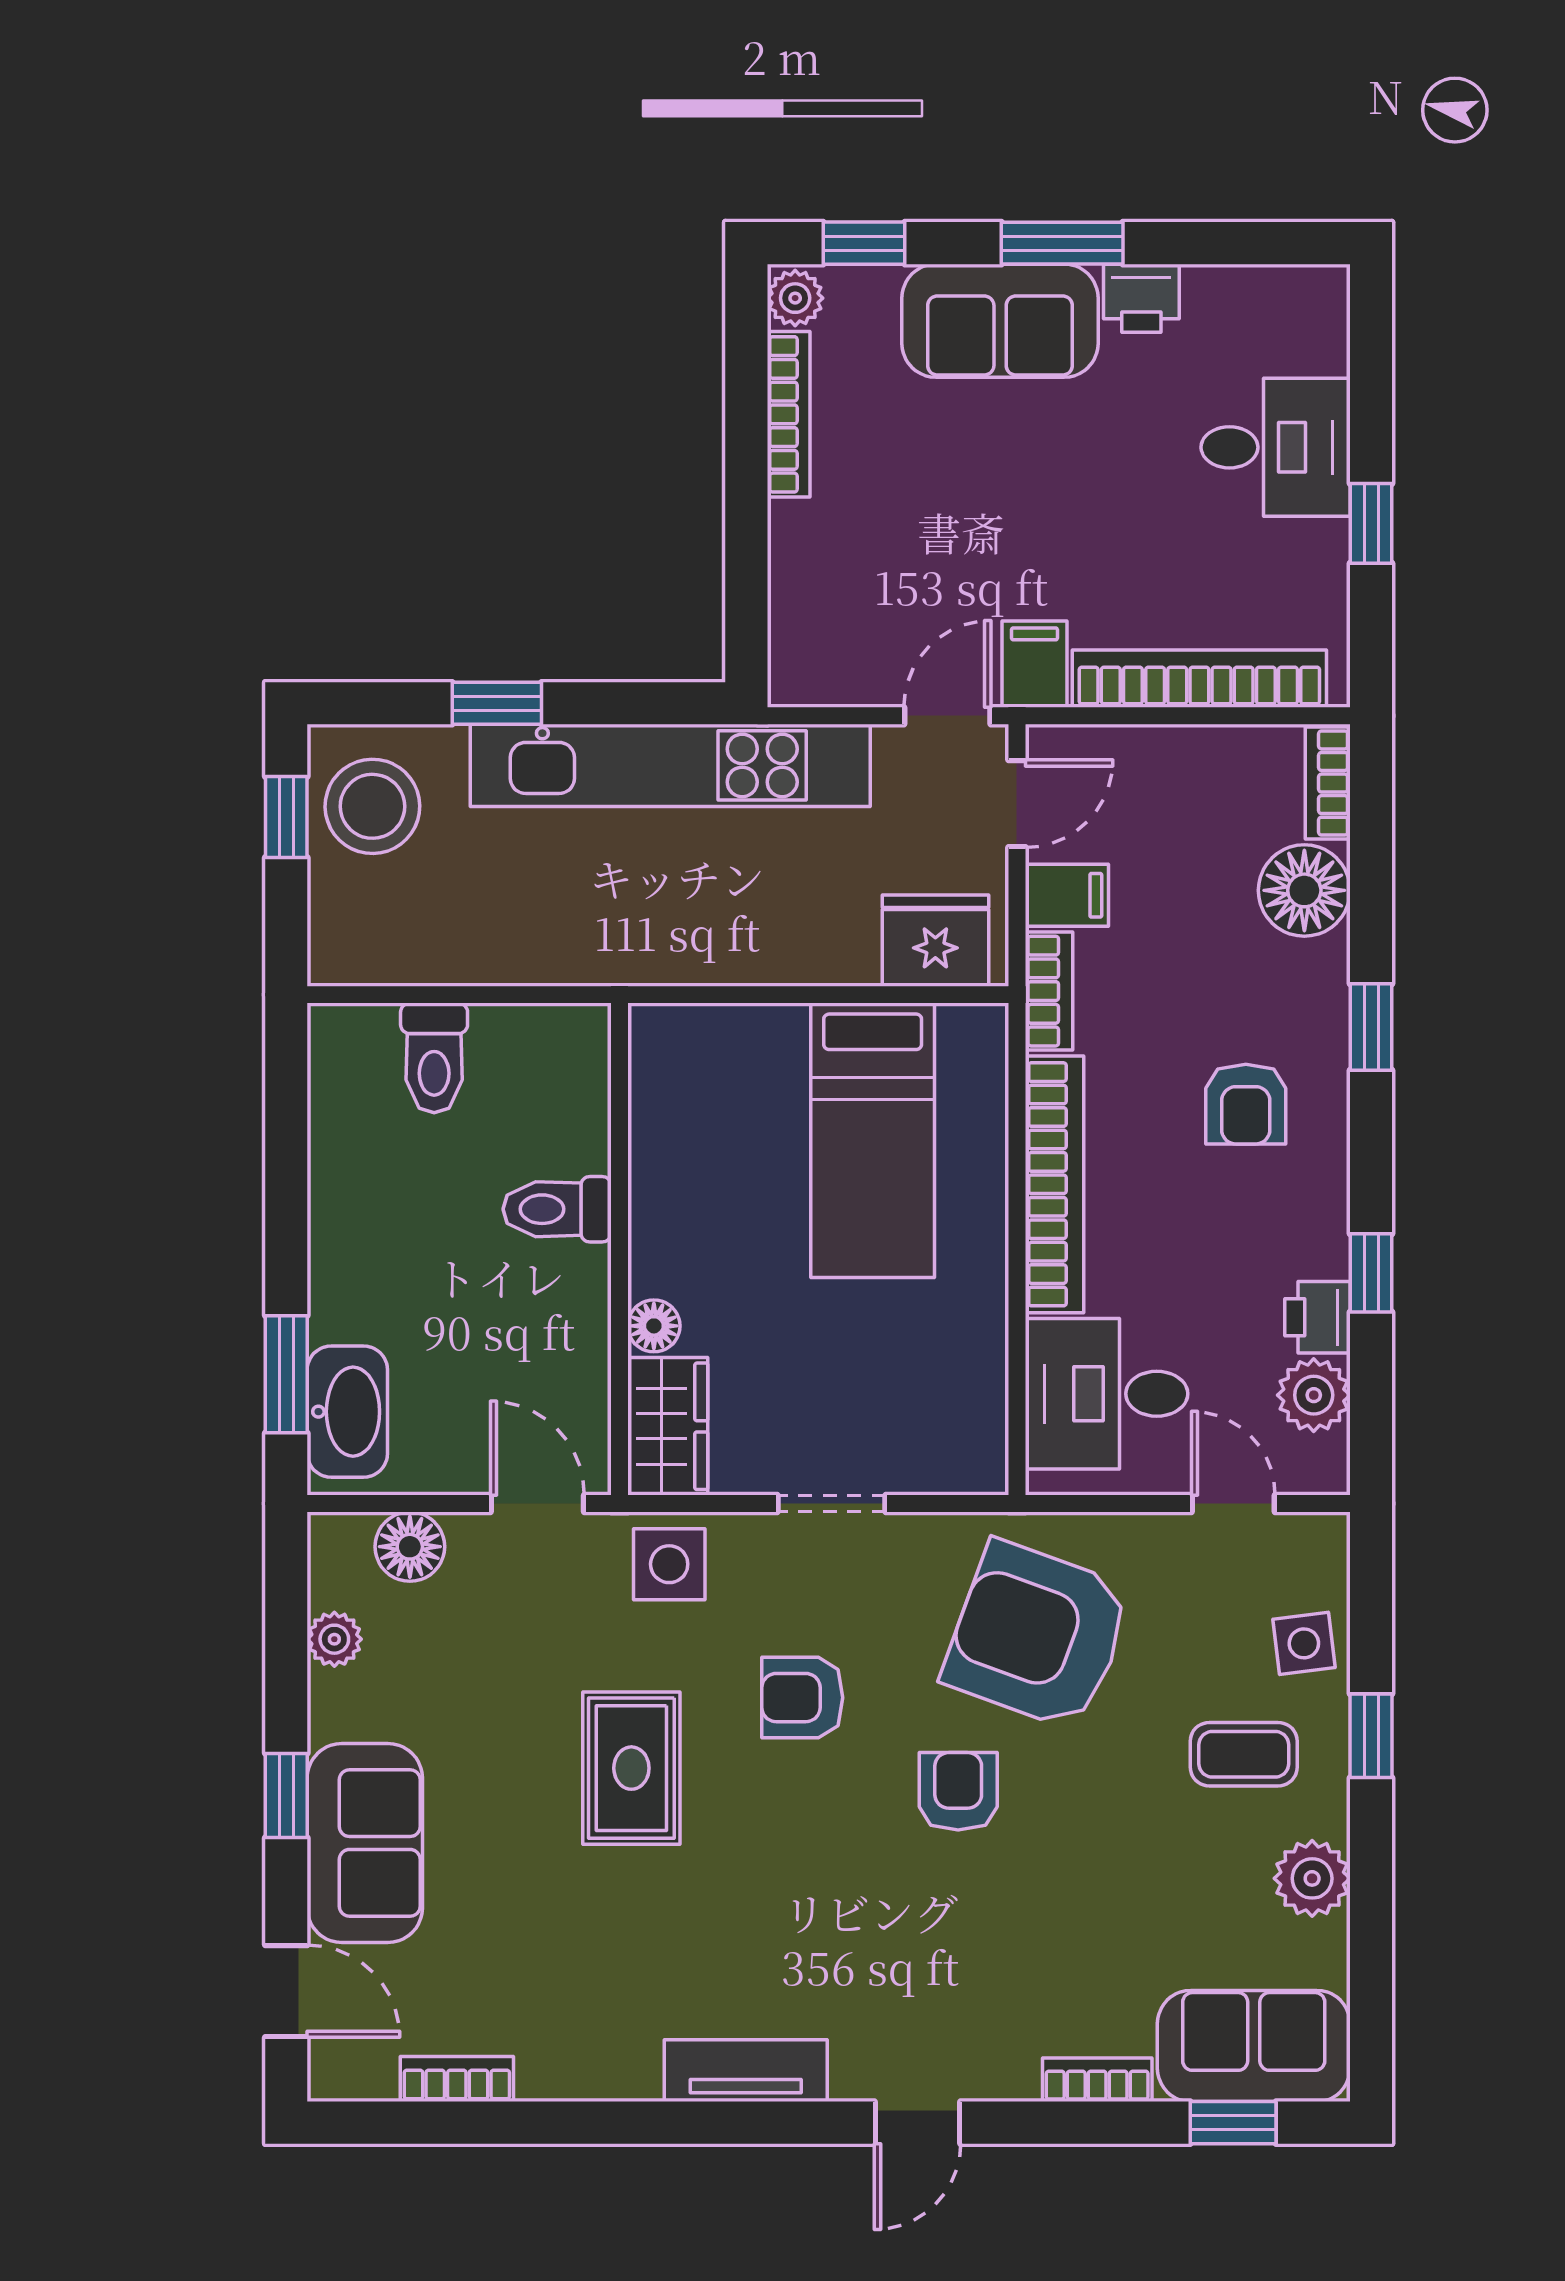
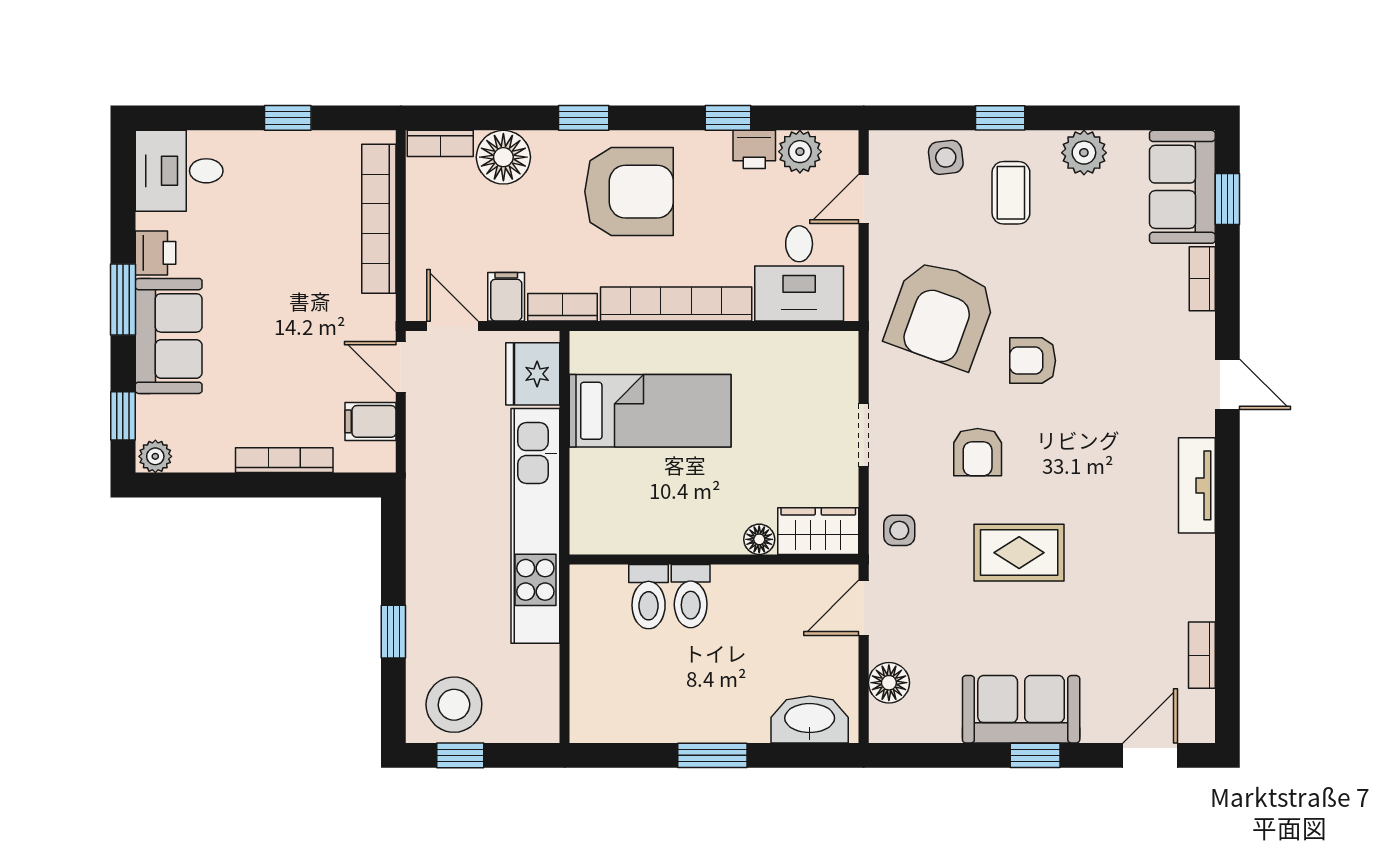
bookcase: (789, 414) -> (284, 460), moved
desk: (1276, 447) -> (179, 171), moved, turned -90
filing cabinet: (1034, 664) -> (370, 421), moved
kitchen unit: (670, 765) -> (535, 526), moved, turned 180
toilet: (434, 1058) -> (649, 597), moved, turned 90
armchair: (1246, 1104) -> (629, 192), width x1.88, depth x1.88
window: (286, 1374) -> (712, 755), moved
side table: (669, 1564) -> (899, 530), width x0.73, depth x0.73
plant: (334, 1639) -> (943, 727), removed
sofa: (365, 1843) -> (1021, 709), moved

